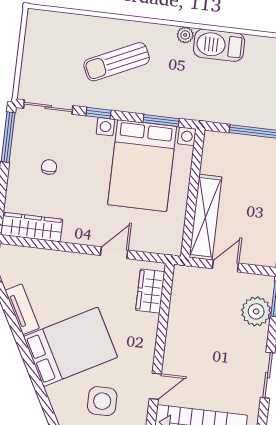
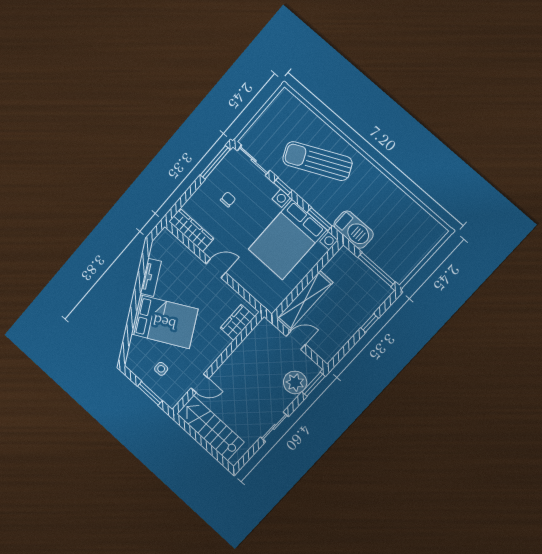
plant: (185, 35) -> (374, 174), removed
barbecue: (219, 45) -> (353, 230), moved, turned 180
sun lounger: (117, 62) -> (317, 161), width x1.36, depth x1.34
door: (114, 253) -> (216, 268), moved
side table: (102, 401) -> (161, 369), width x0.54, depth x0.54

